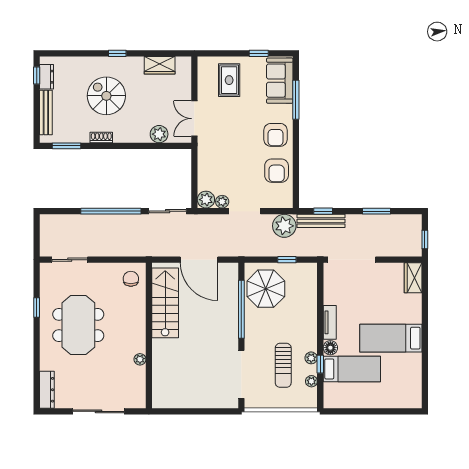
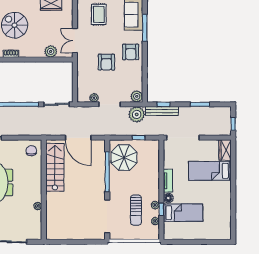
armchair: (277, 171) -> (106, 62), moved
plant: (206, 200) -> (137, 96), moved
bed: (391, 338) -> (210, 171), moved

